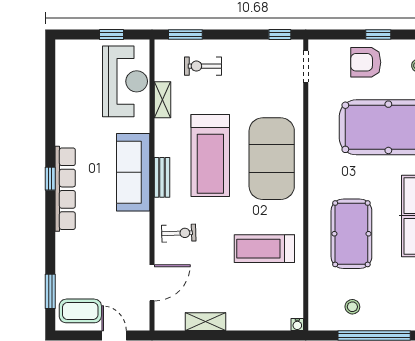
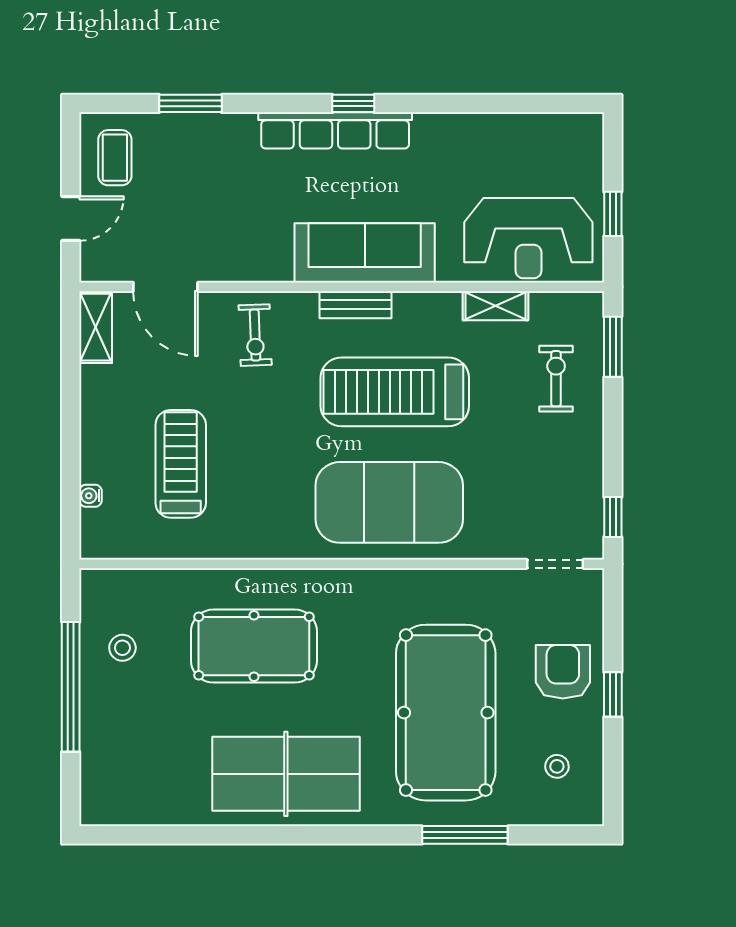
treadmill: (264, 249) -> (181, 464), moved
window: (50, 291) -> (190, 103), moved
coffee table: (80, 311) -> (115, 158), width x0.73, depth x0.77
shelving: (205, 322) -> (96, 327), moved
water cooler: (297, 324) -> (91, 496), moved

